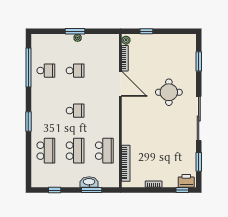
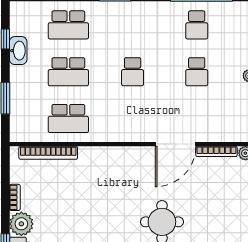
plant: (170, 180) -> (21, 224), added
washbasin: (89, 182) -> (18, 51), moved

